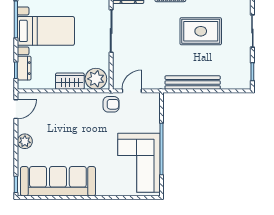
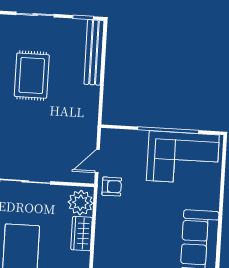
bench: (193, 83) -> (94, 52), moved
door: (132, 91) -> (97, 161), hinge flipped
armchair: (111, 104) -> (112, 187), turned 90

